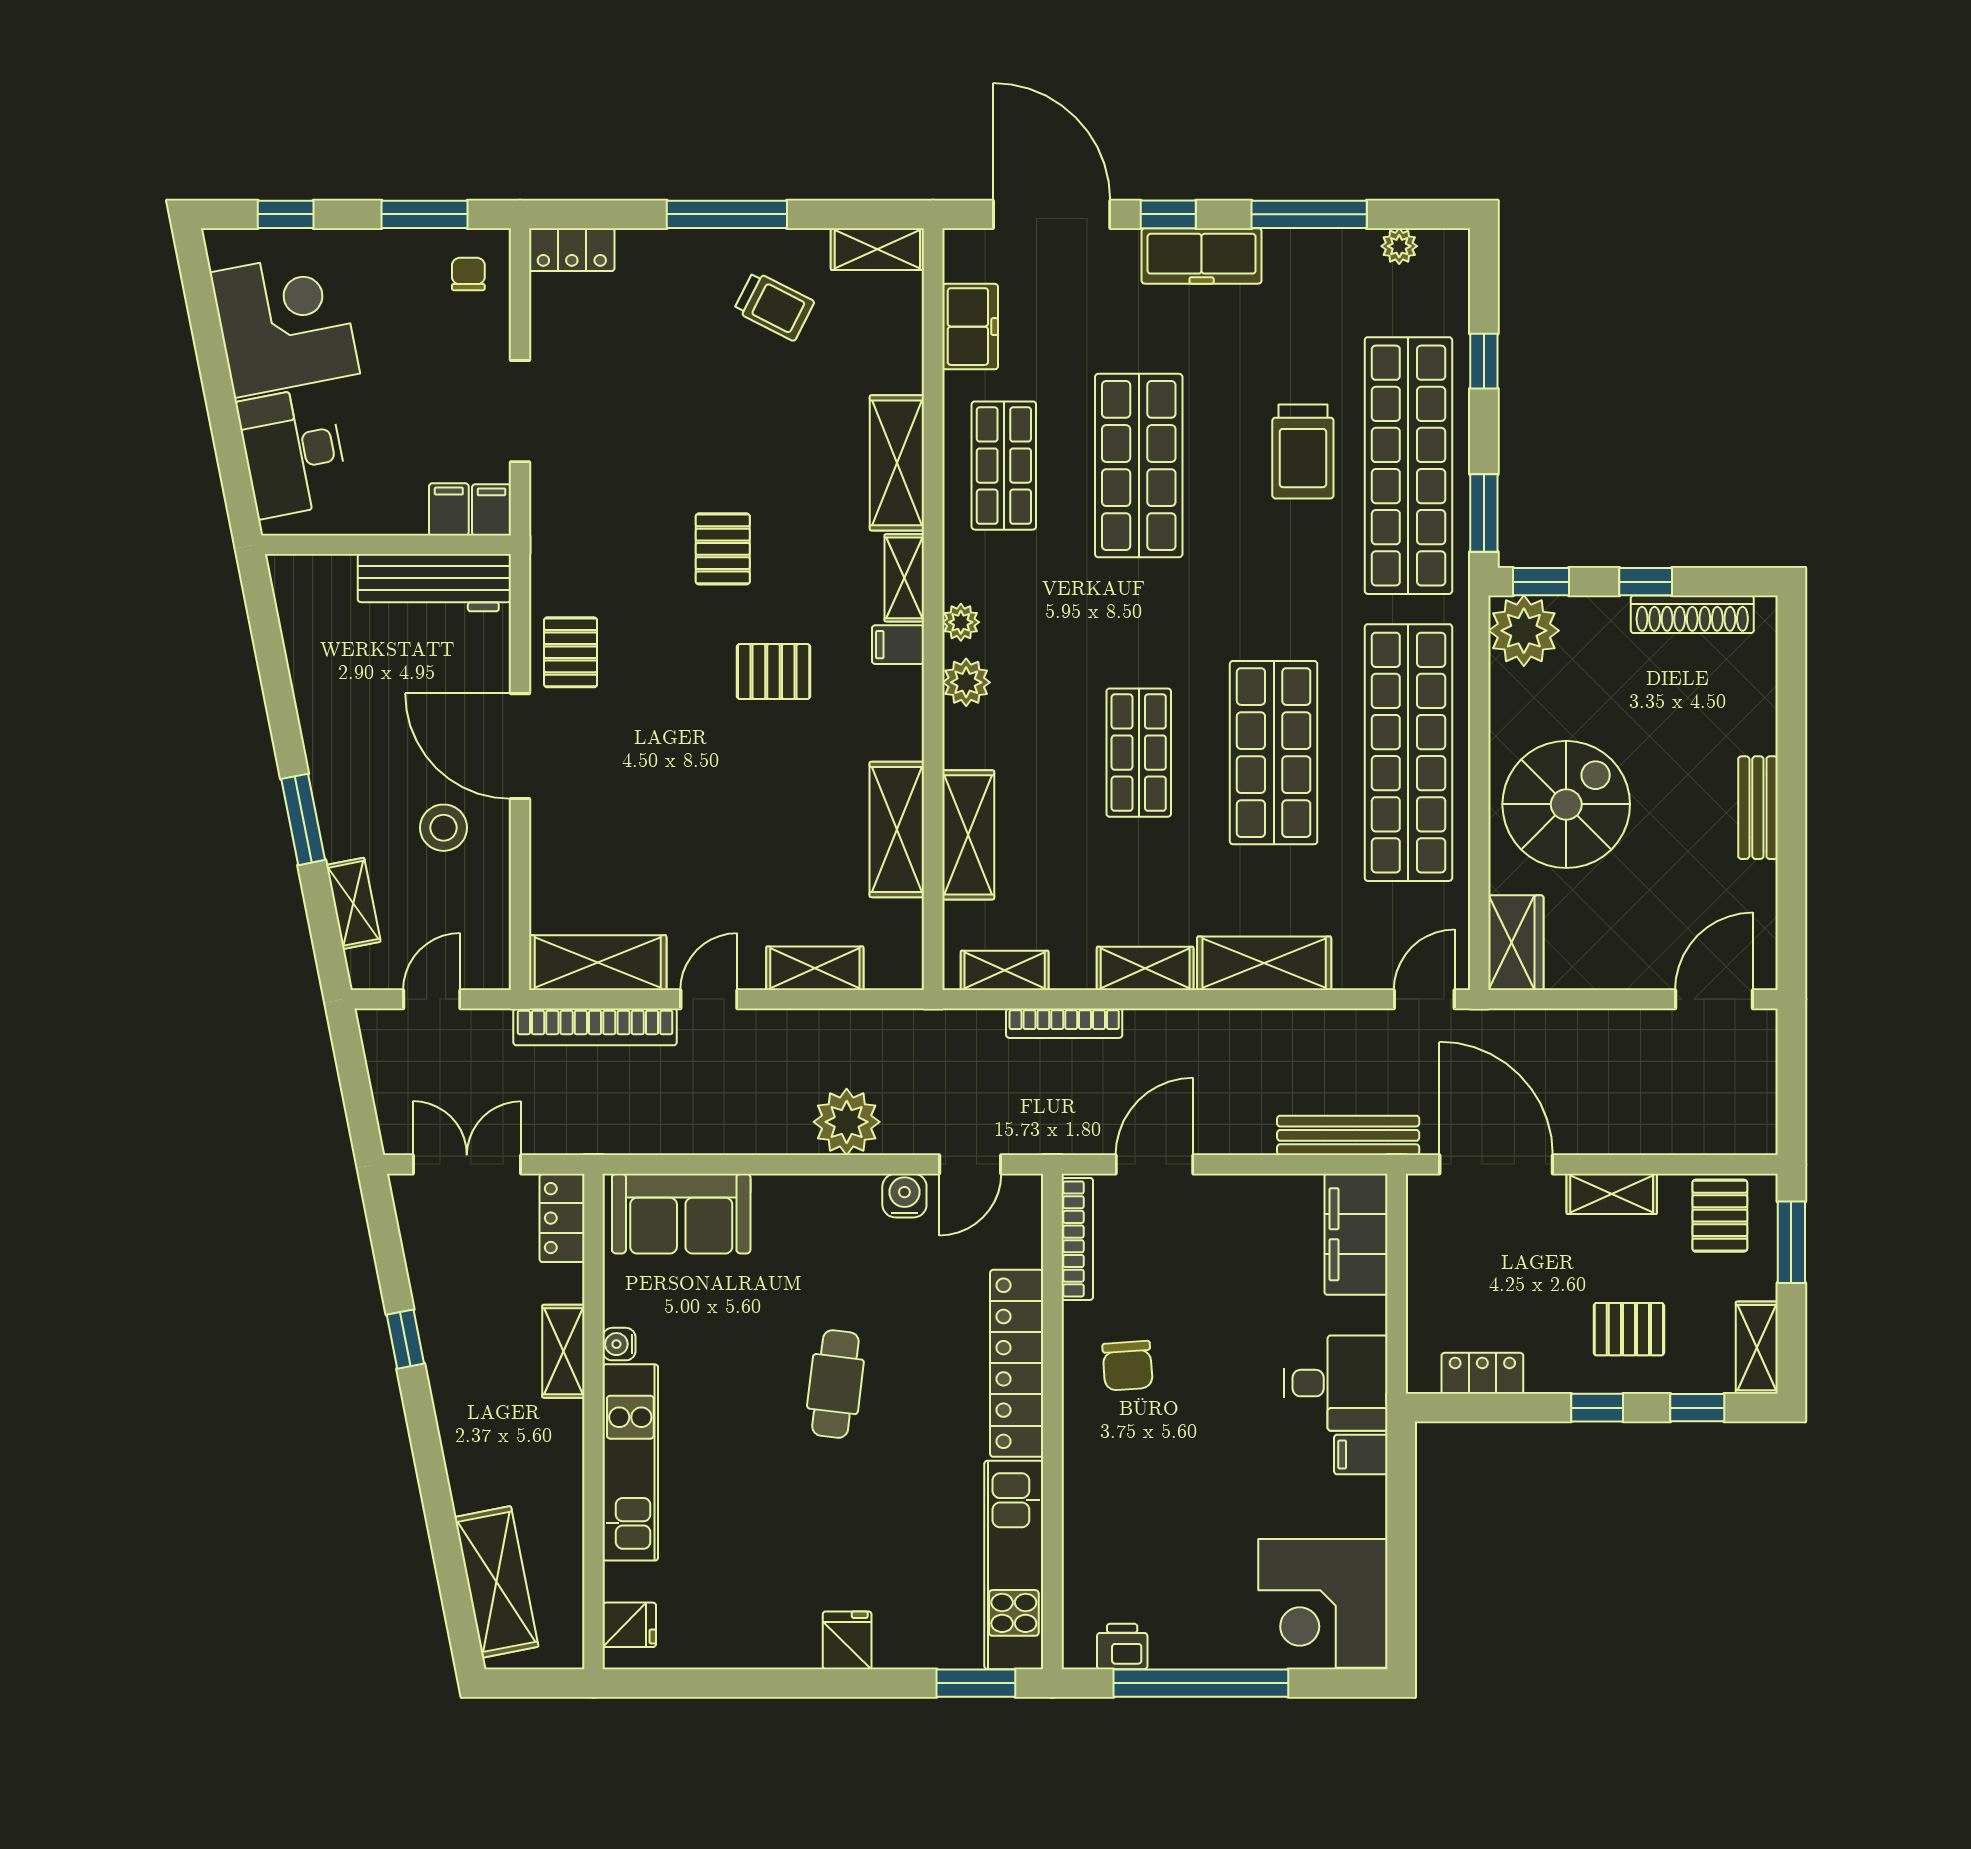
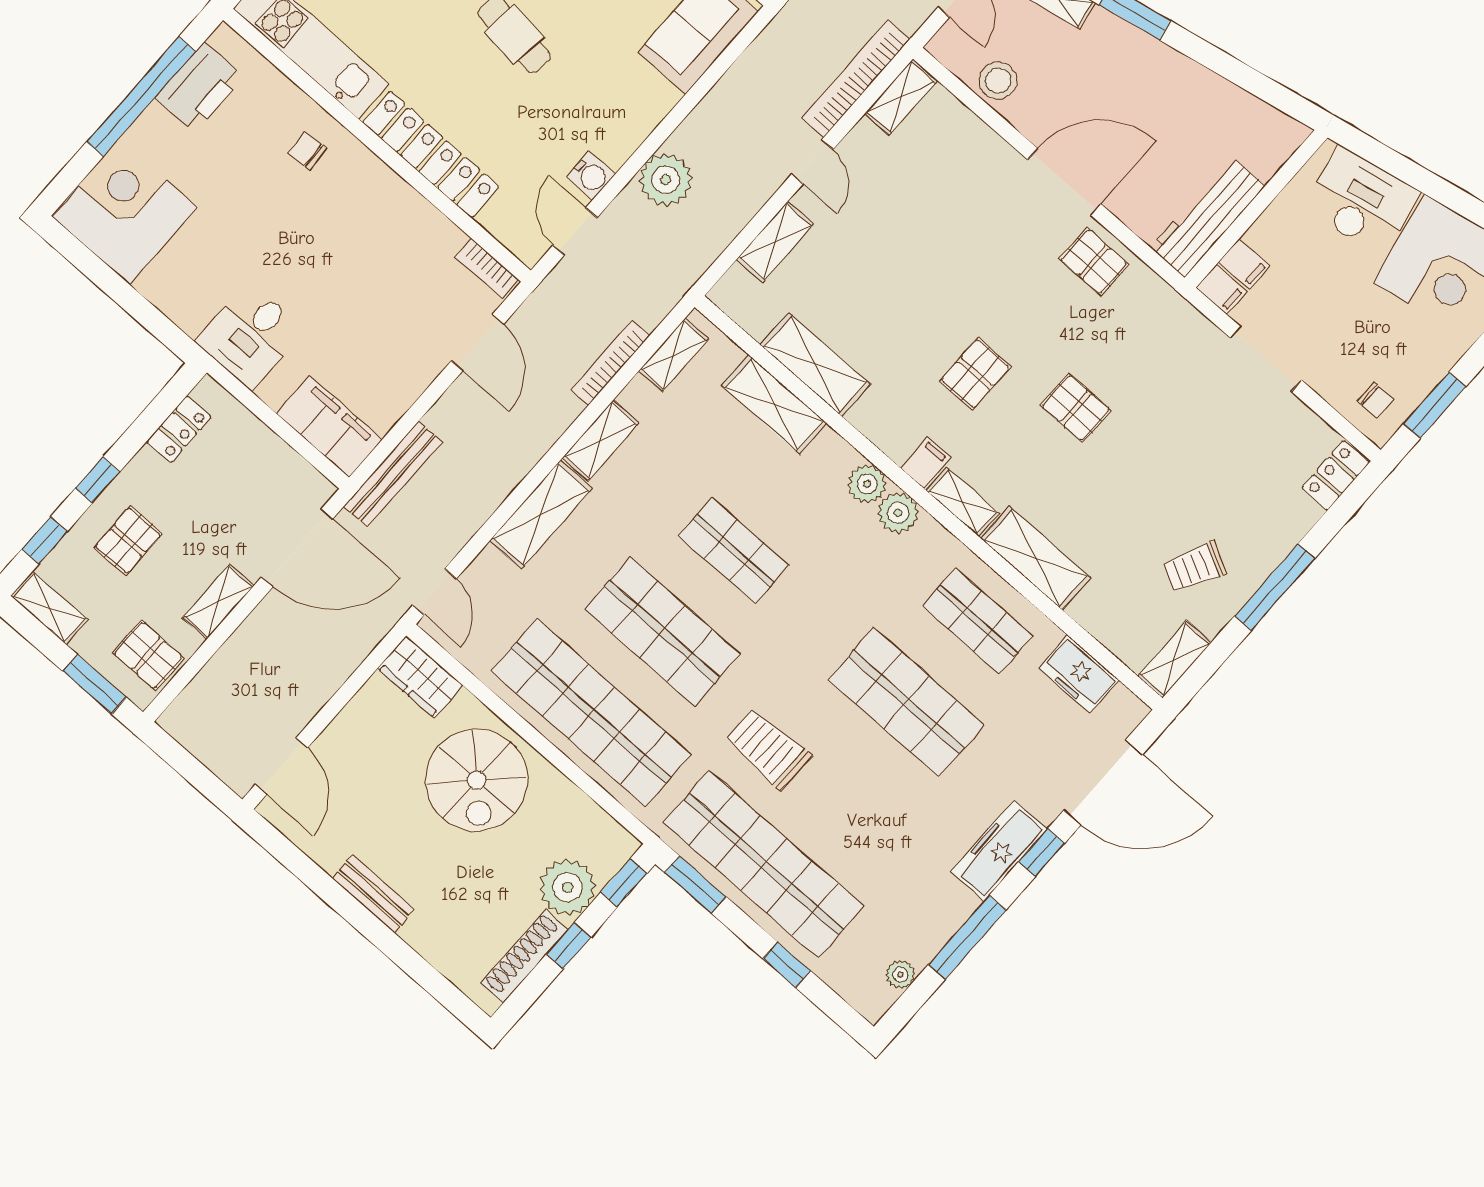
trolley: (1303, 451) -> (768, 749), moved
plant: (961, 622) -> (898, 513), width x1.38, depth x1.38
plant: (1524, 631) -> (568, 887), moved
stool: (444, 828) -> (998, 81), moved
shelving: (598, 963) -> (901, 97), width x0.67, depth x0.75
bookcase: (1077, 1239) -> (487, 268), width x0.64
chair: (1128, 1366) -> (307, 151), moved, width x0.73, depth x0.73
filing cabinet: (1361, 1454) -> (194, 313), removed
printer: (1122, 1646) -> (200, 87), width x1.87, depth x1.48

